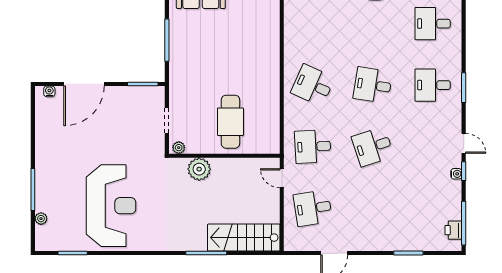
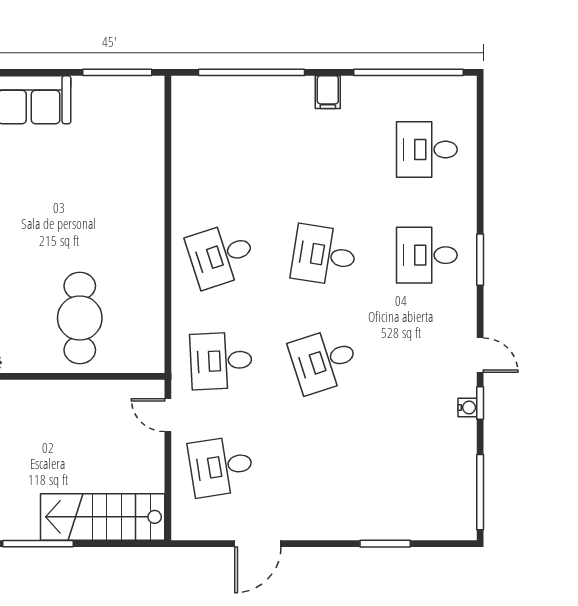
desk: (313, 85) -> (221, 255), turned -42
plant: (199, 169) -> (26, 399), removed
printer: (453, 230) -> (463, 504), removed

